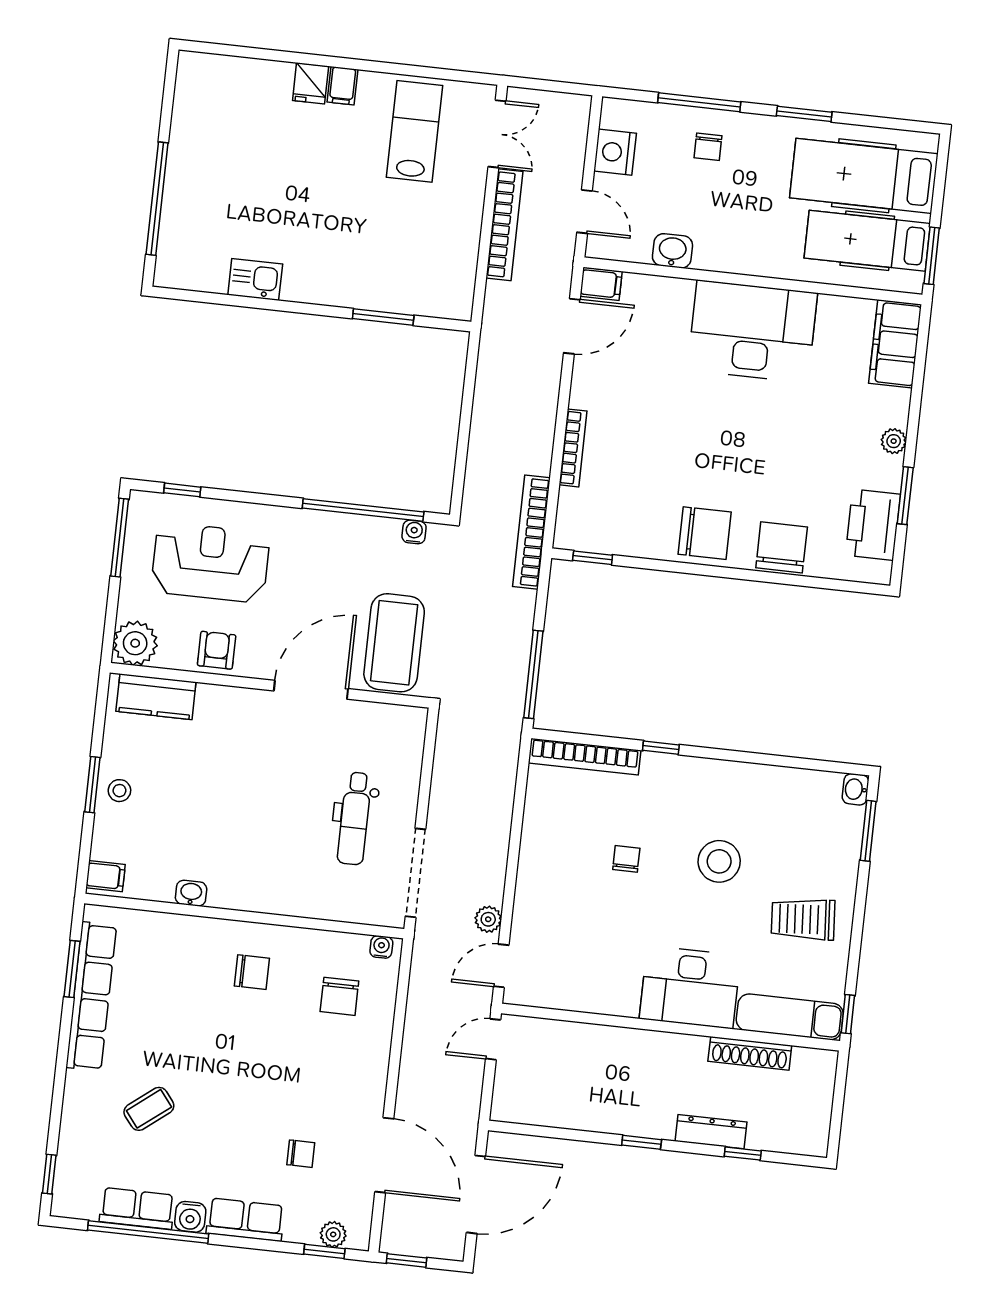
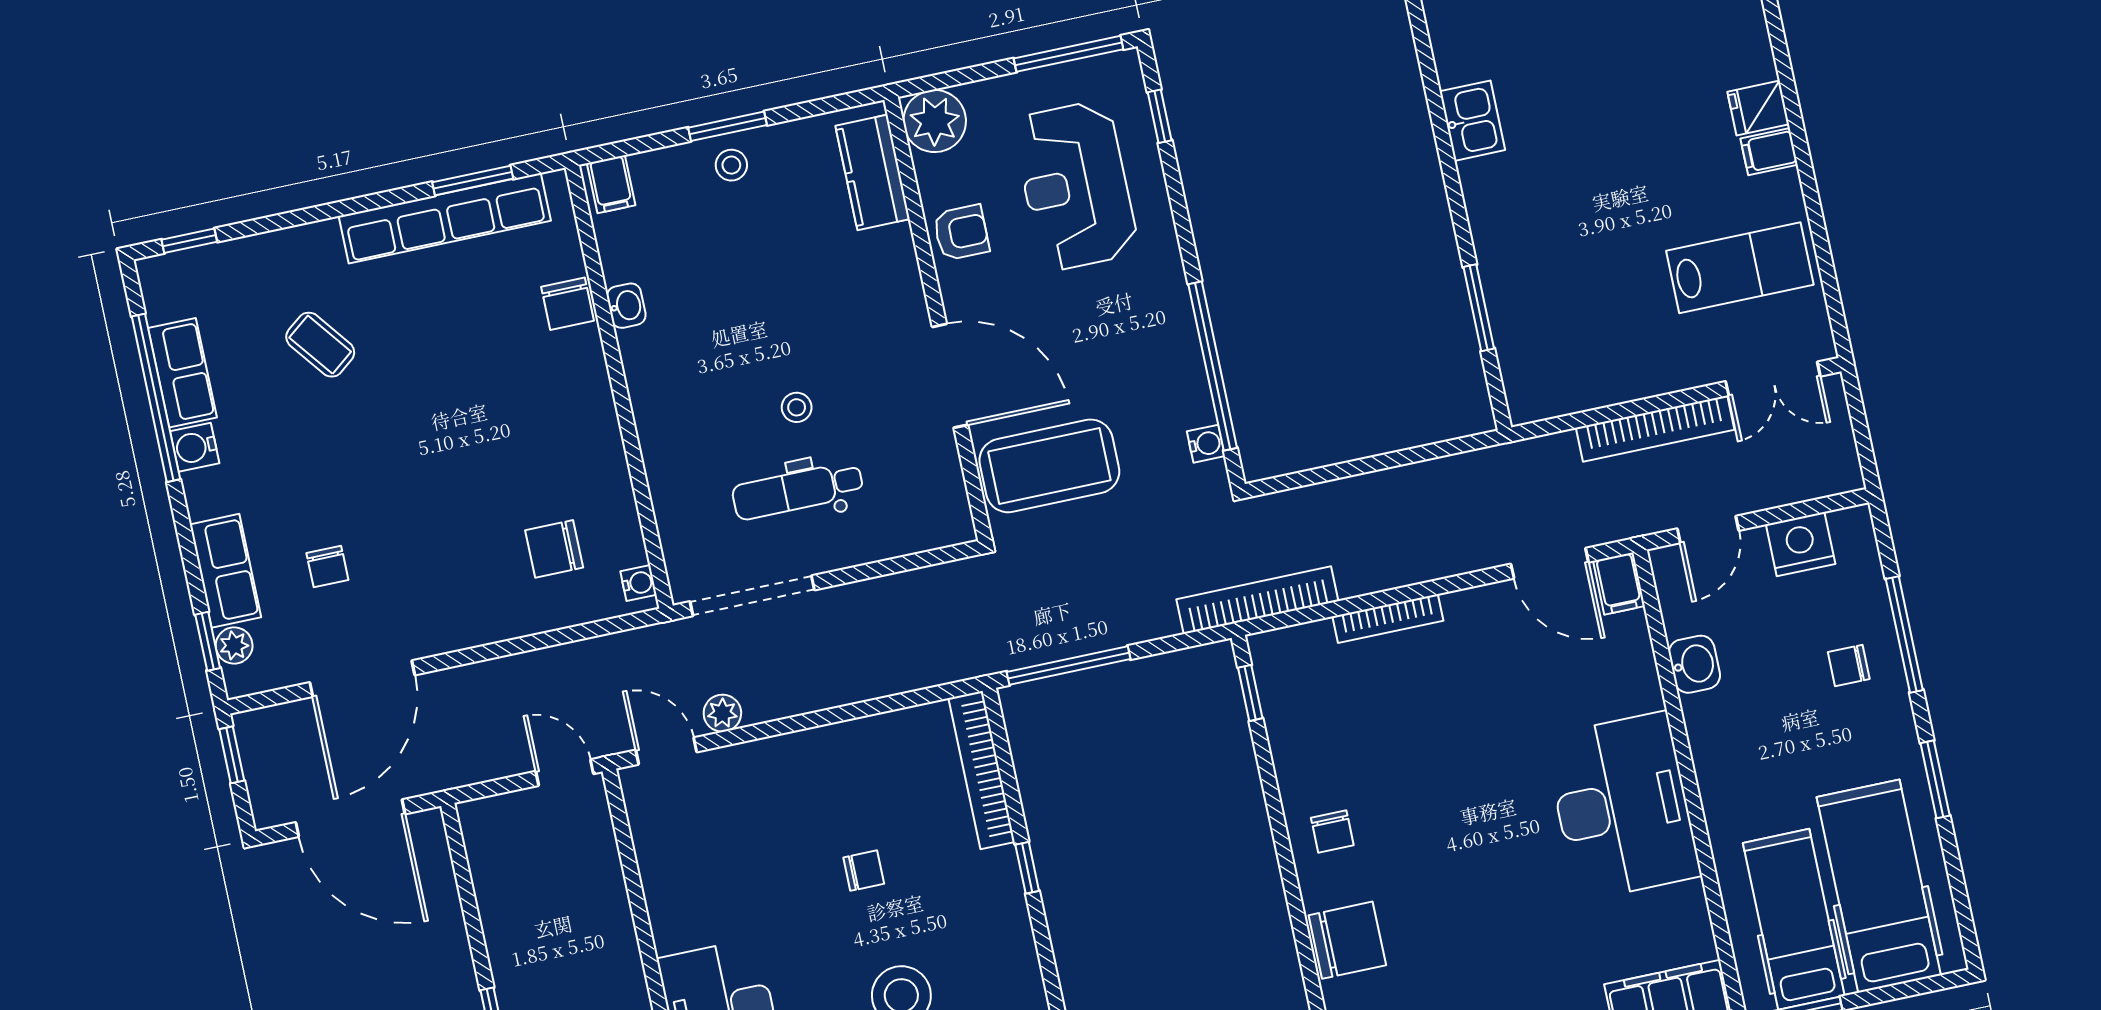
chair: (705, 533) -> (1332, 831), width x0.54, depth x0.54
reception desk: (210, 563) -> (1075, 186), turned 180
stool: (298, 801) -> (797, 407), added
chair: (252, 972) -> (568, 304), moved
row of seats: (245, 1220) -> (225, 571), moved

